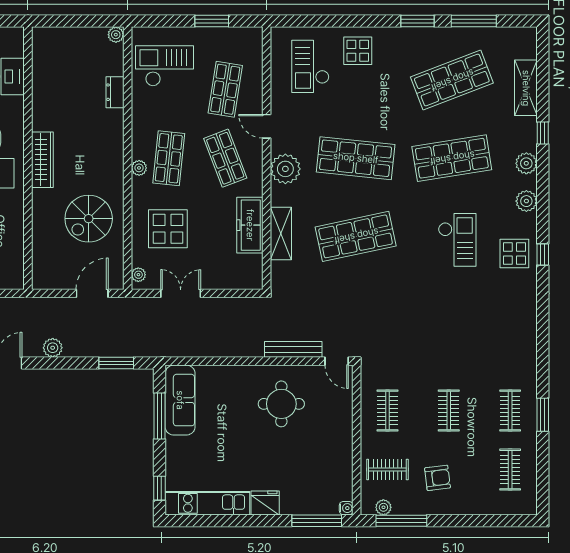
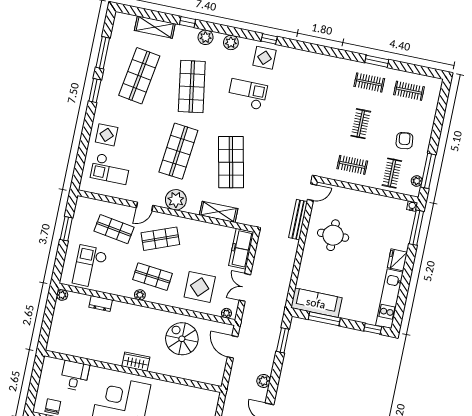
shop shelf: (452, 80) -> (139, 76), turned 30
wardrobe: (42, 160) -> (136, 362), width x0.67
plant: (139, 168) -> (140, 295), moved
spiral stairs: (89, 219) -> (182, 339), turned 180
freezer: (250, 225) -> (241, 249), moved, turned 90
clothes rail: (449, 410) -> (361, 124), turned 90

